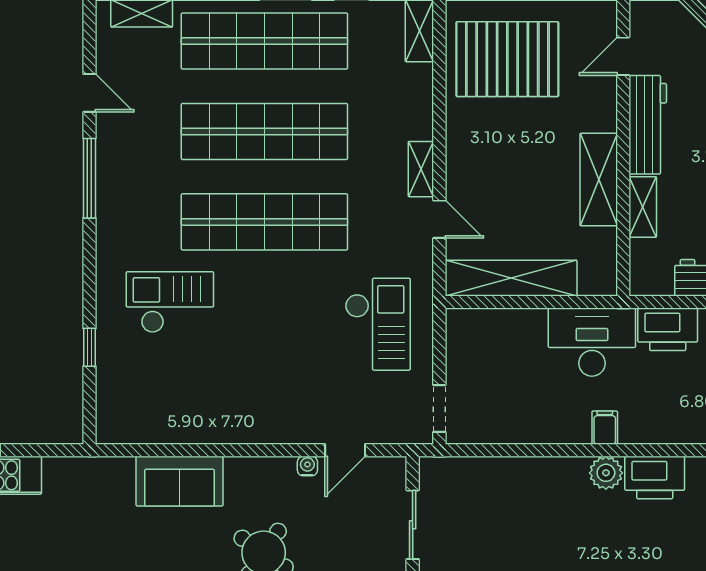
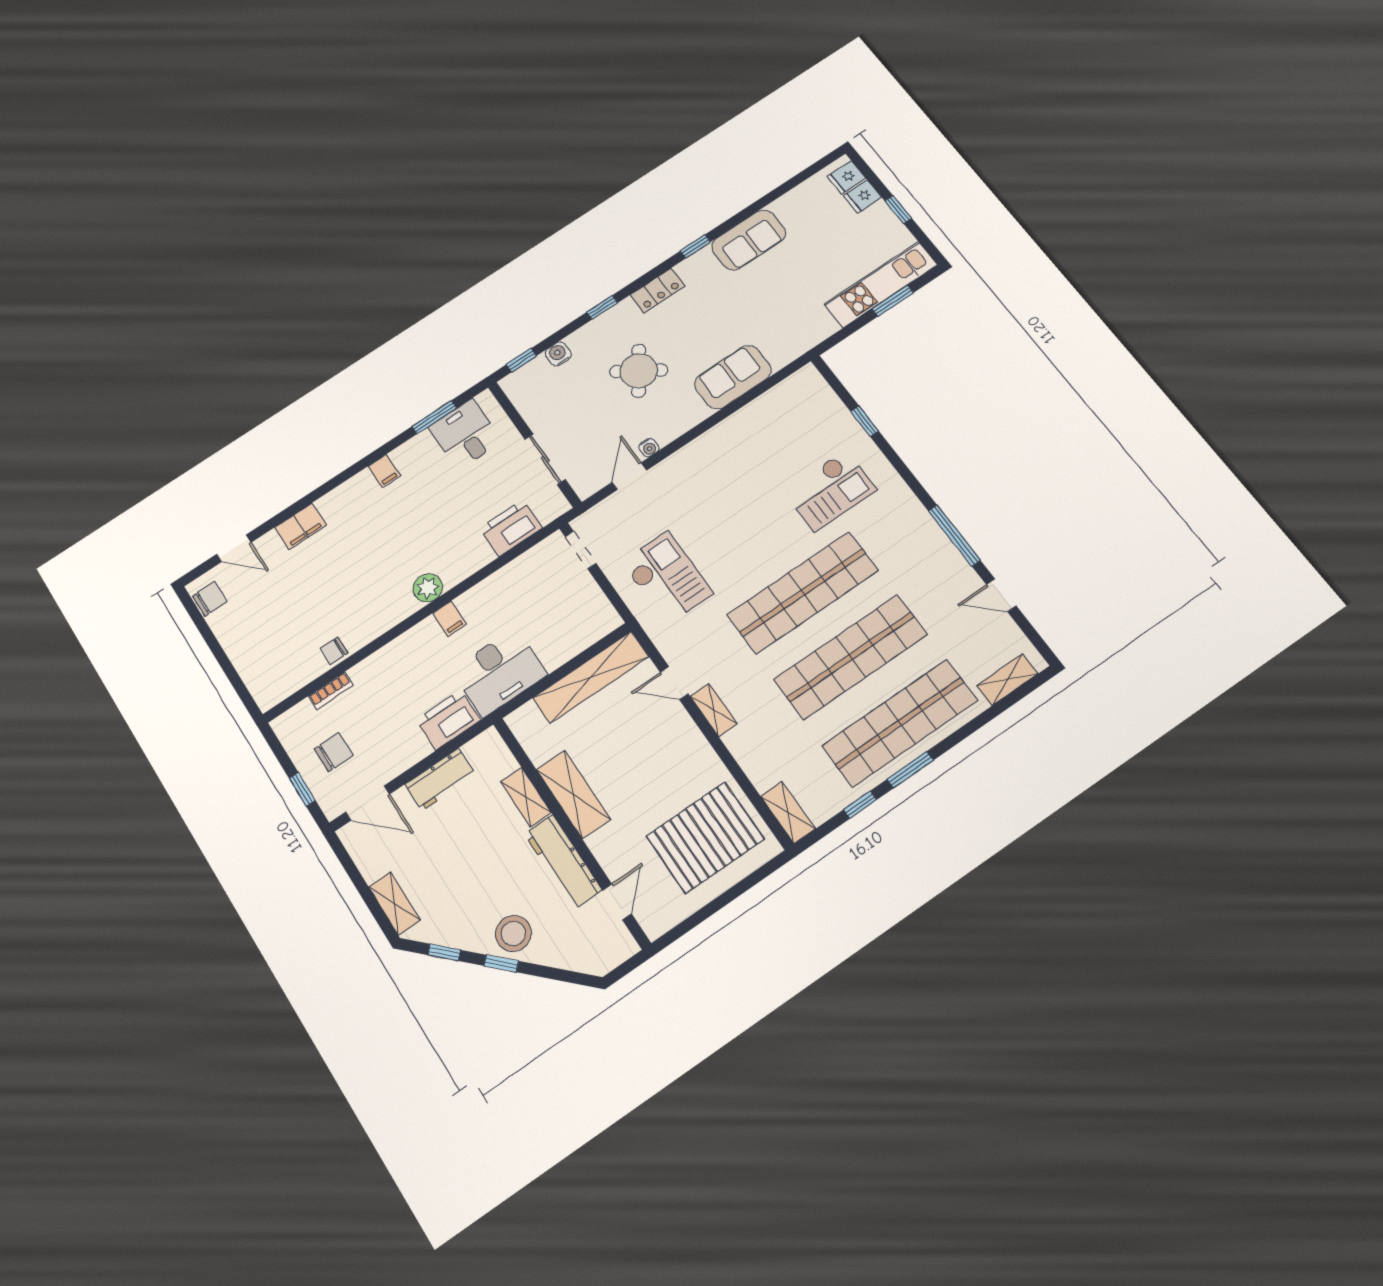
checkout: (378, 324) -> (667, 578), turned 180
printer: (655, 477) -> (511, 528), moved

